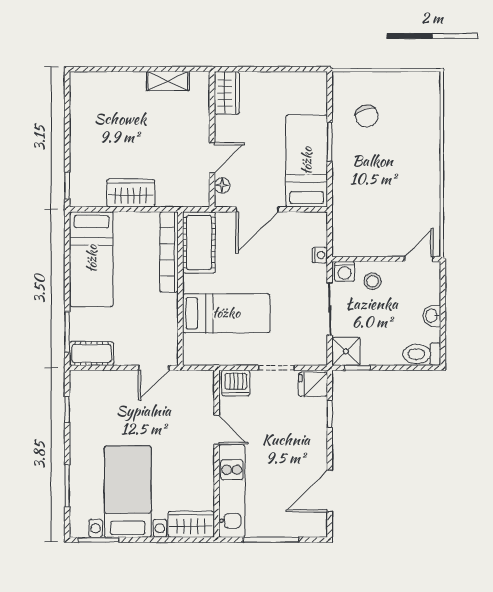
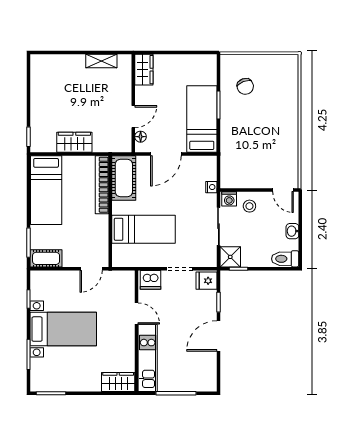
door: (419, 259) -> (283, 190), swing flipped
door: (330, 491) -> (218, 336), moved
bed with nightstands: (128, 492) -> (63, 329), moved, turned 90

